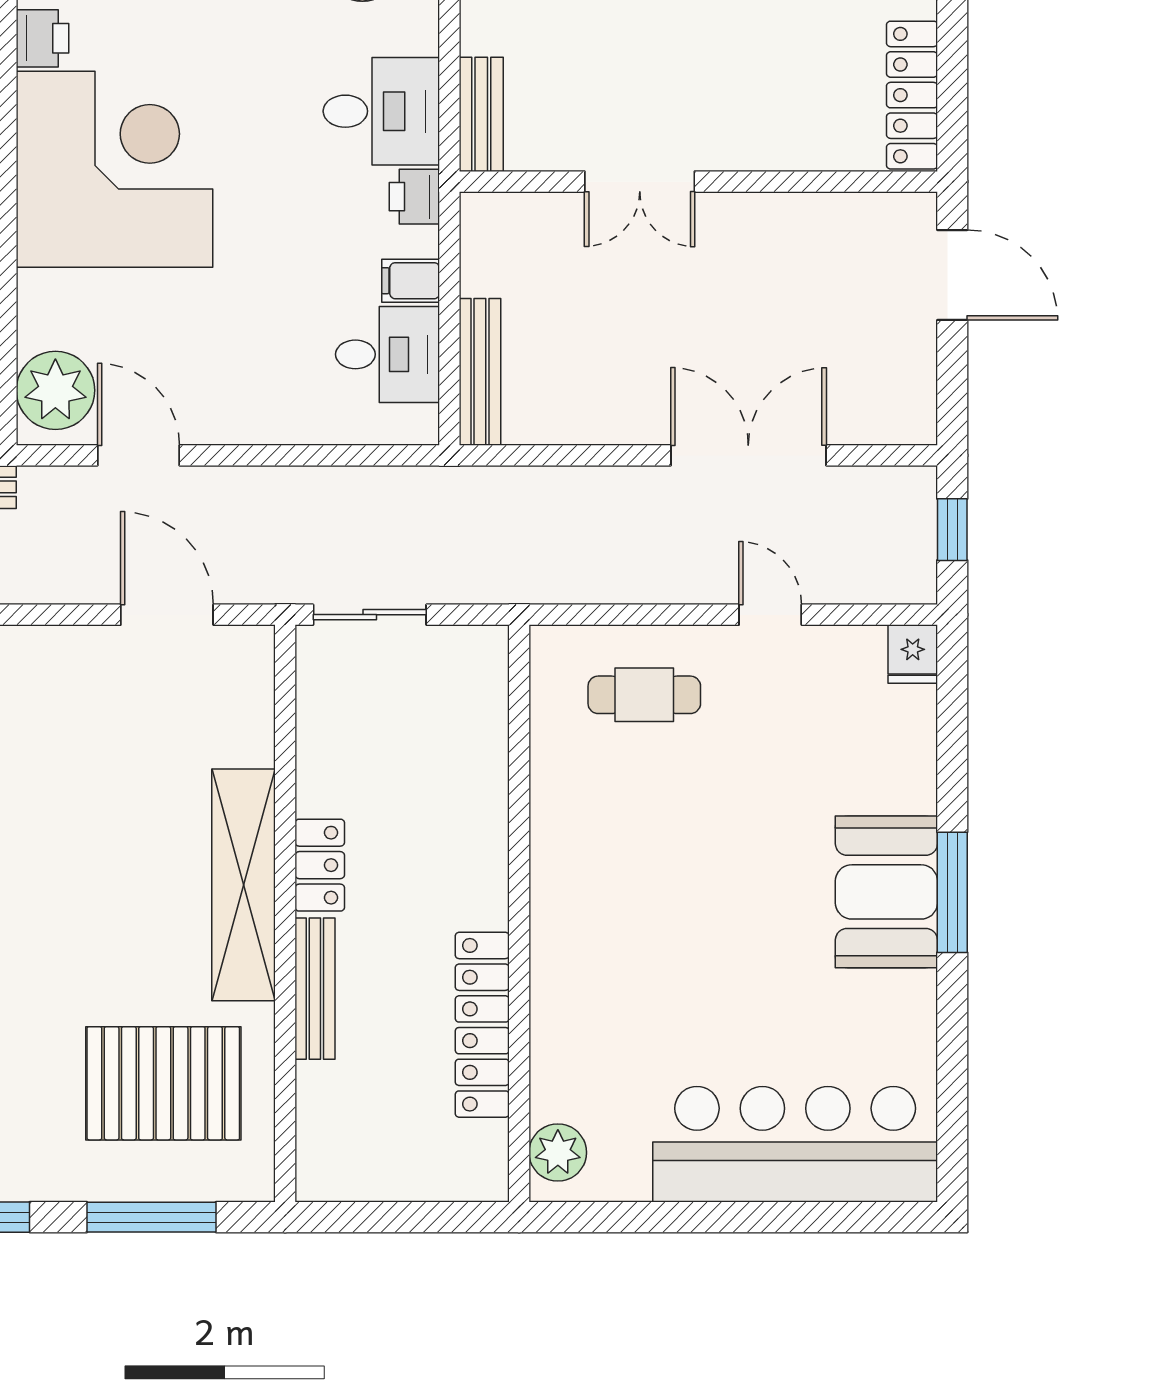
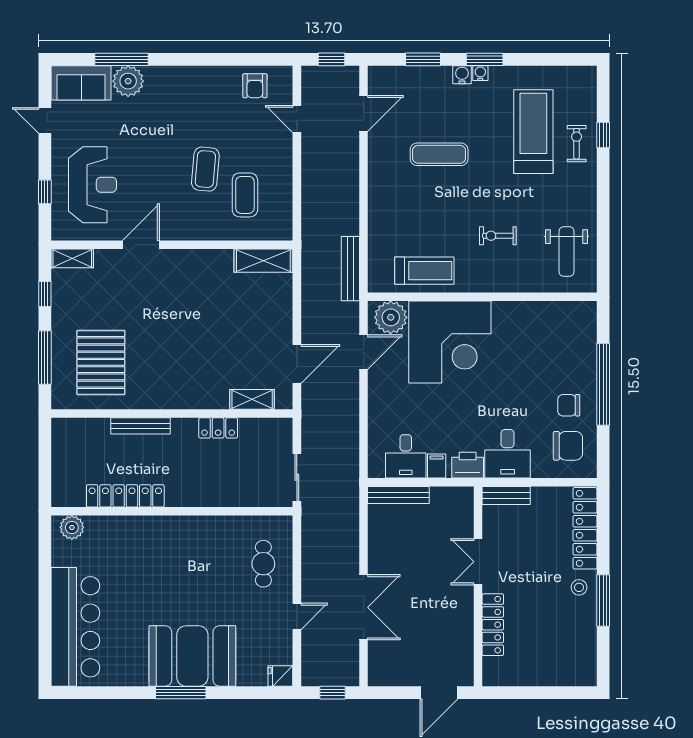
printer: (42, 38) -> (538, 312), removed
locker: (912, 95) -> (493, 625), moved, turned 90
corner desk: (114, 169) -> (450, 342), moved
printer: (414, 197) -> (468, 465), width x1.36, depth x1.24
sliding door: (370, 615) -> (297, 477), moved
locker: (320, 865) -> (218, 428), moved
shelving: (244, 885) -> (252, 399), moved, width x0.45, depth x0.75
booth: (886, 892) -> (192, 656), width x1.36, depth x1.42

